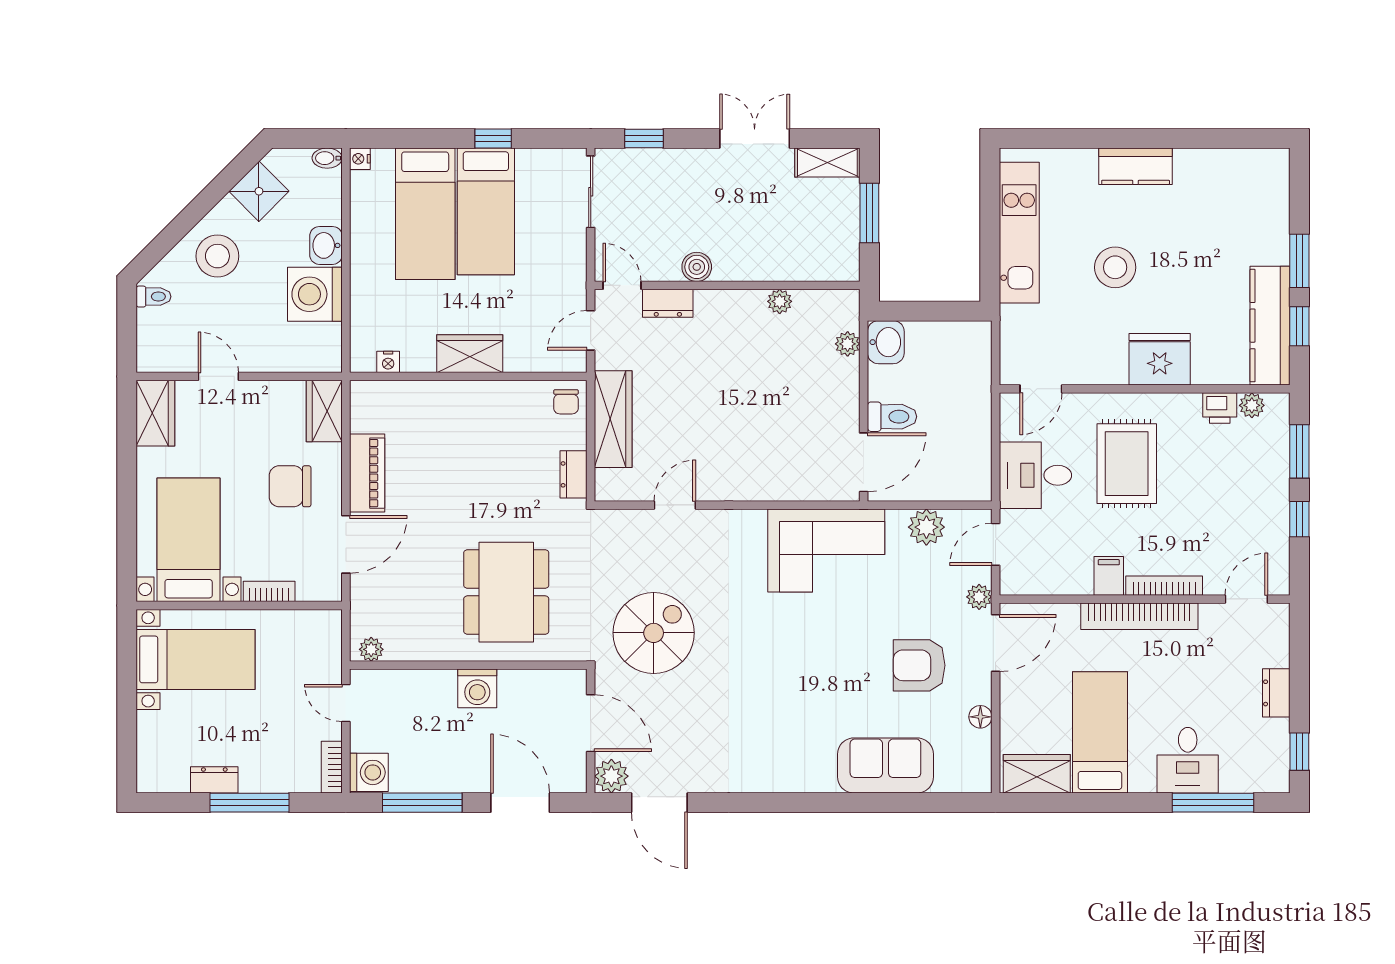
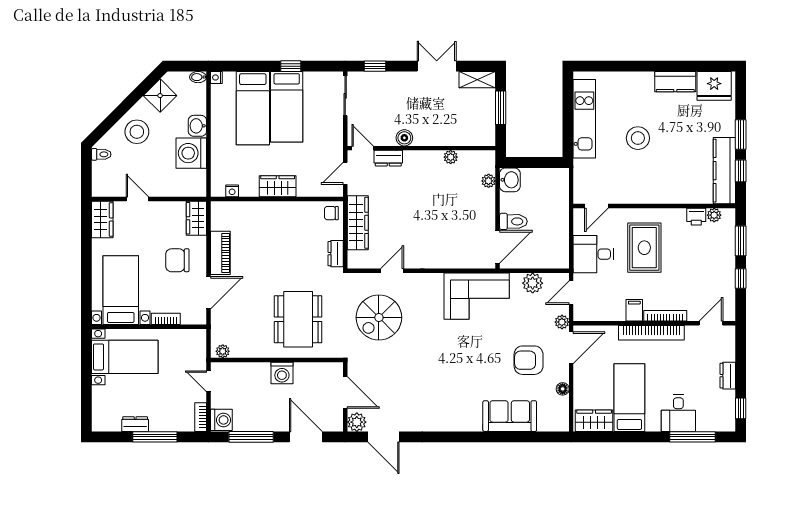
kitchen counter: (1136, 166) -> (675, 82), moved
fridge: (1160, 359) -> (714, 86), moved, turned 180
chair: (566, 402) -> (331, 213), turned 90
spiral stairs: (654, 633) -> (379, 317), moved, turned 180

